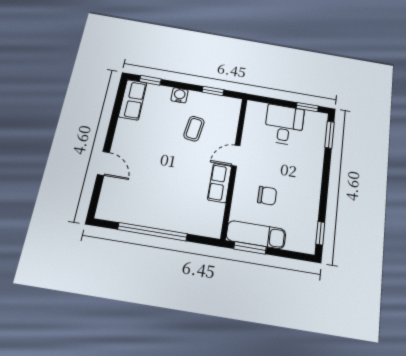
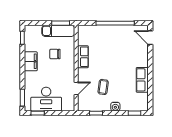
row of seats: (133, 100) -> (142, 80), moved
desk: (284, 125) -> (46, 99), width x1.37
door: (236, 156) -> (76, 88), moved
door: (103, 163) -> (150, 38), moved
filing cabinet: (310, 190) -> (31, 61), added

